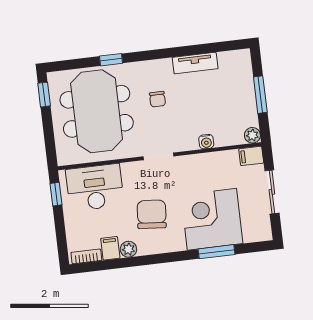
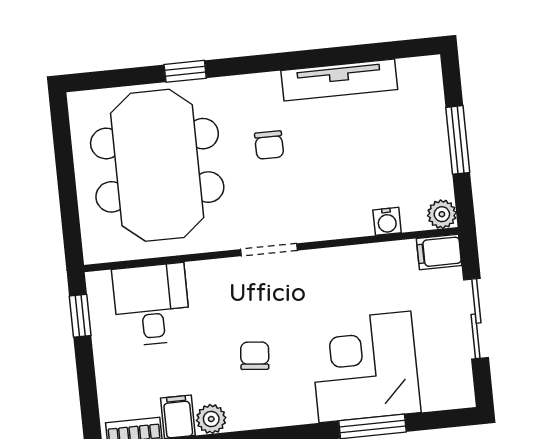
tv unit: (195, 63) -> (339, 80), width x1.41
window: (44, 95) -> (62, 133), removed
water cooler: (206, 142) -> (387, 221), moved
desk: (95, 187) -> (152, 305), width x0.73
chair: (152, 214) -> (255, 356), width x0.54, depth x0.54

